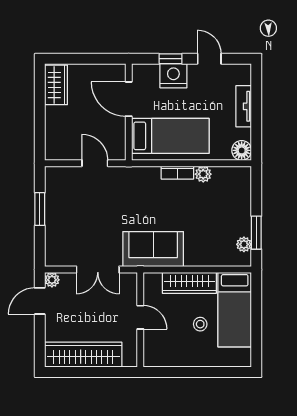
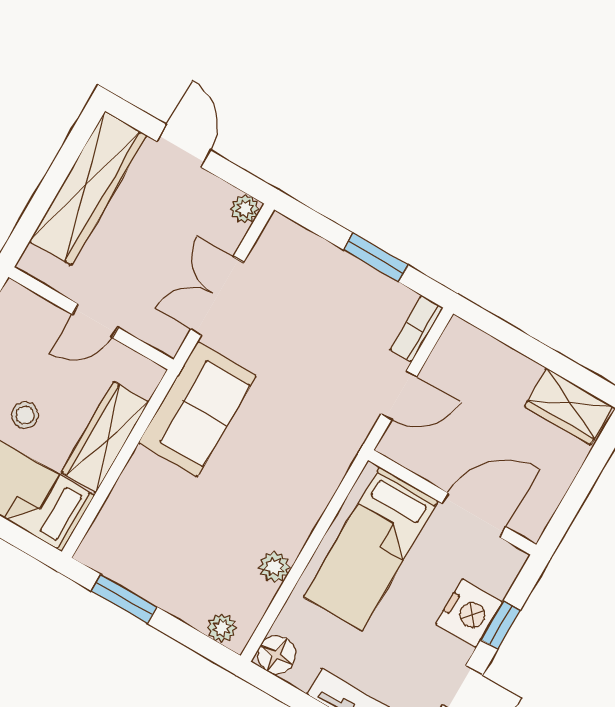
bookcase: (177, 173) -> (417, 329), moved
plant: (244, 244) -> (222, 628), moved
door: (40, 301) -> (184, 146), moved

